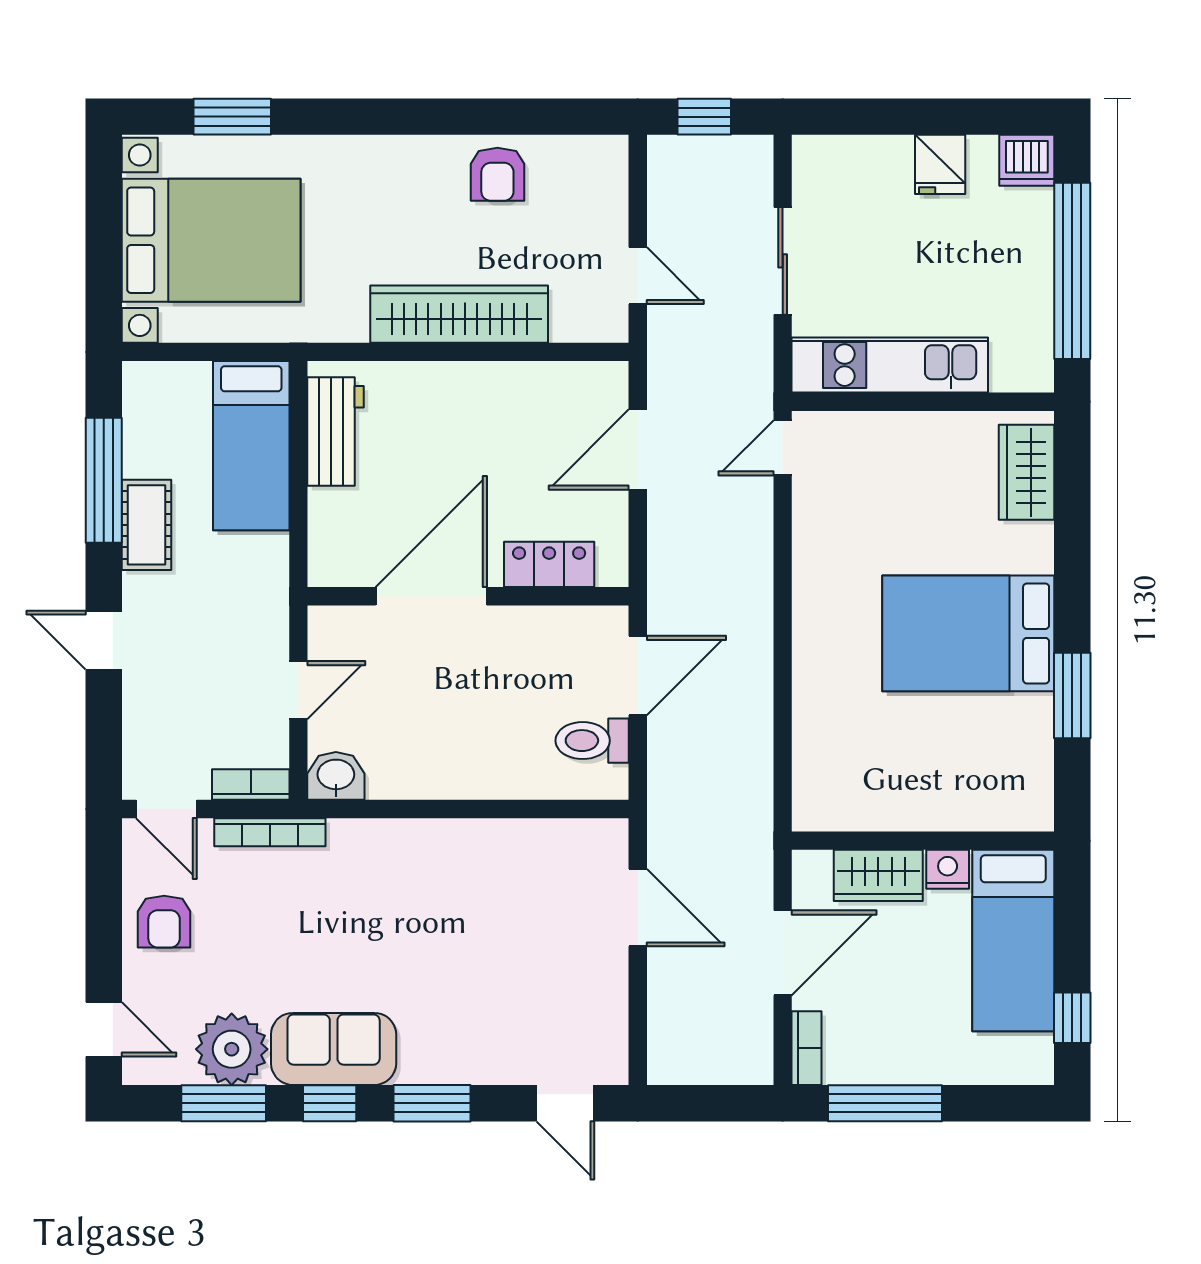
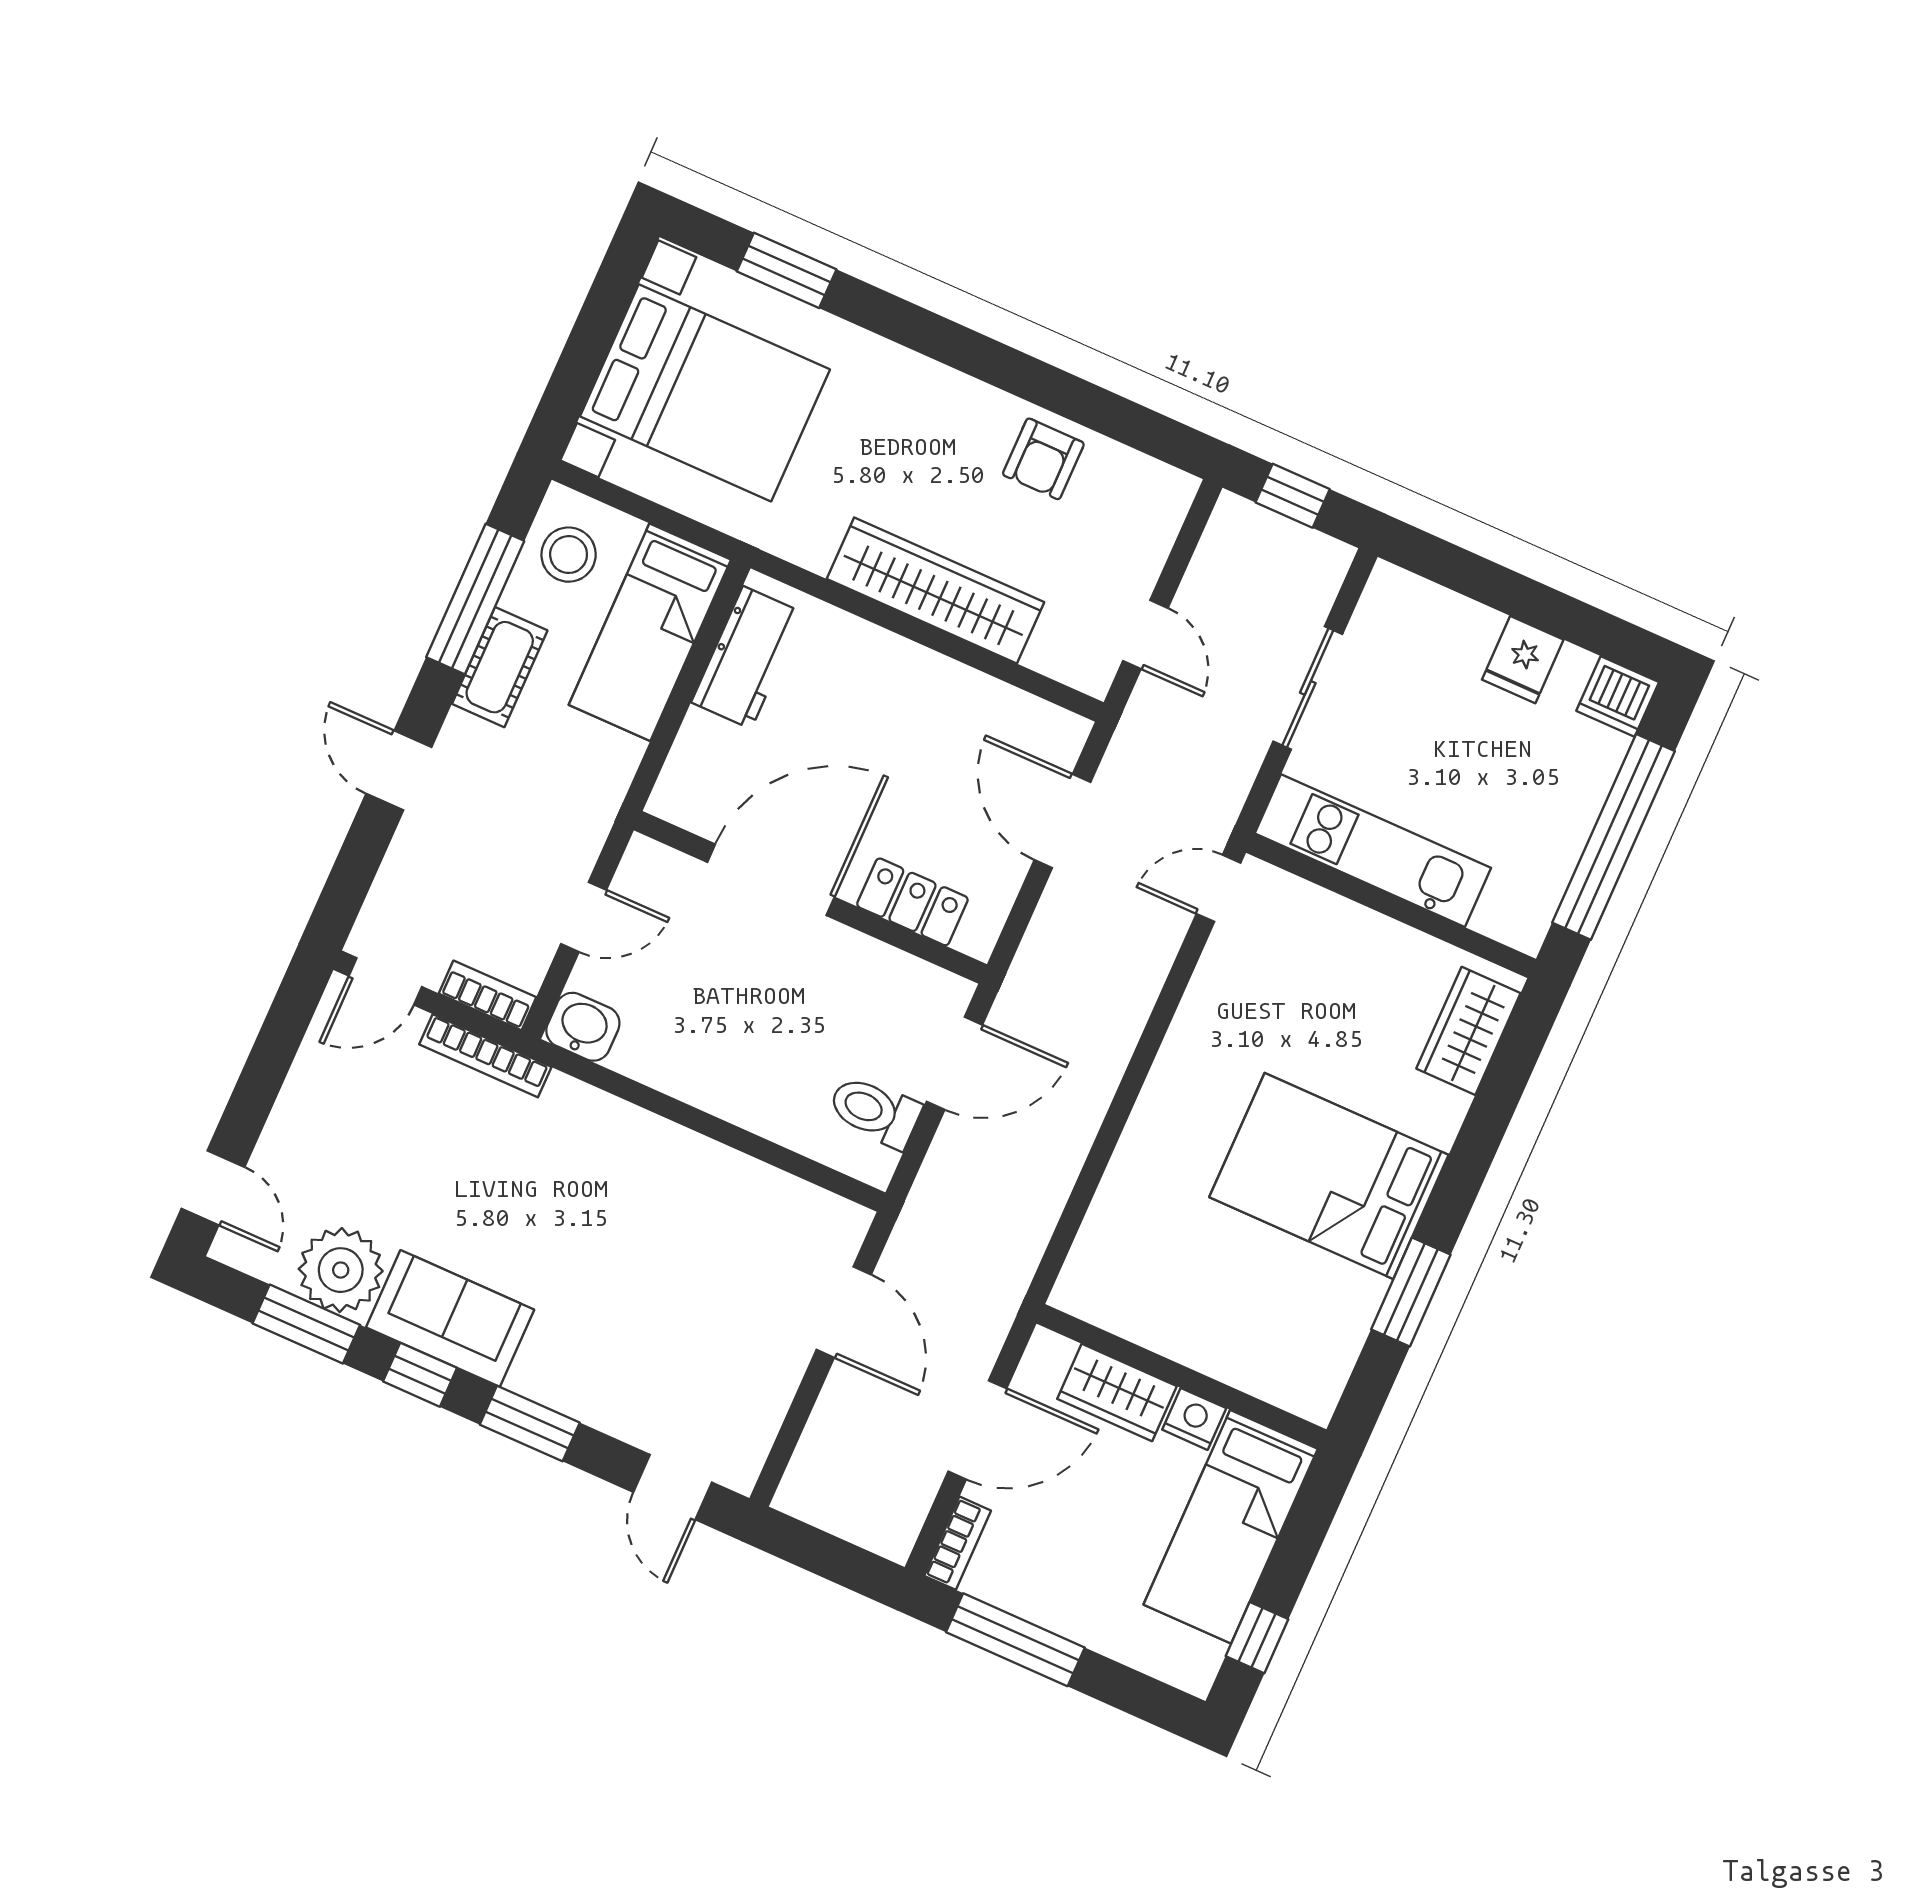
stool: (161, 413) -> (569, 555), added
door: (638, 450) -> (1062, 821), hinge flipped
door: (166, 809) -> (385, 981), hinge flipped
armchair: (164, 922) -> (329, 1101), removed

